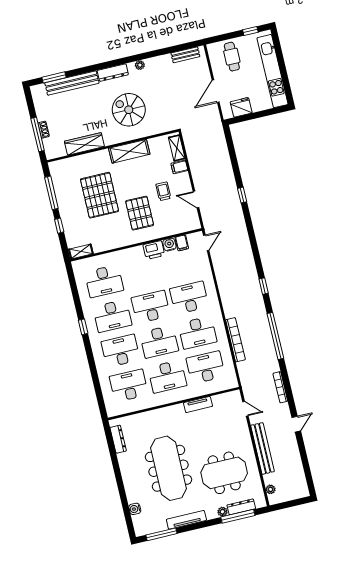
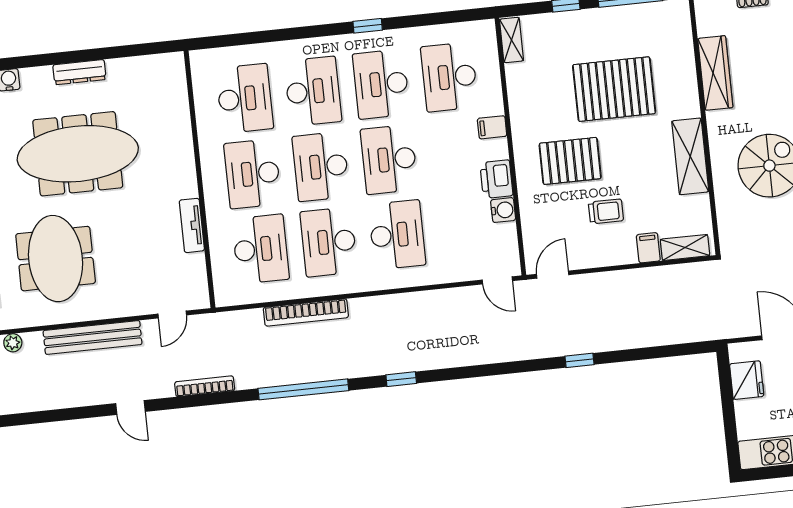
door: (196, 199) -> (553, 275), moved
filing cabinet: (182, 243) -> (492, 127), moved
desk: (151, 307) -> (389, 159), turned 180
dresser: (118, 439) -> (79, 72), moved

